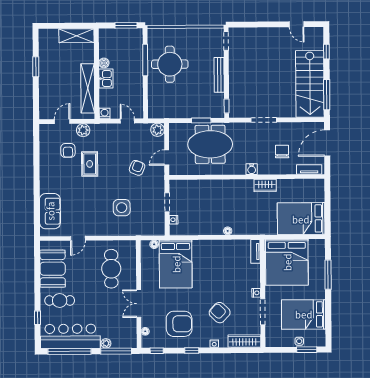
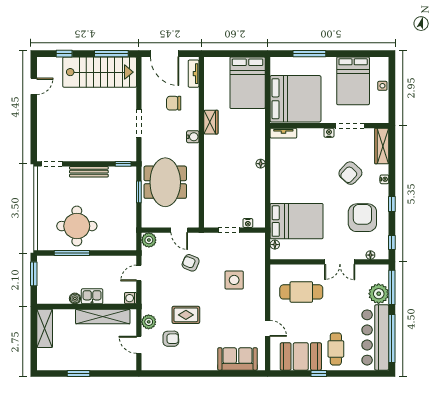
window: (38, 318) -> (319, 373), moved
plant: (106, 343) -> (379, 294), width x1.88, depth x1.88
window: (307, 350) -> (392, 78), removed

